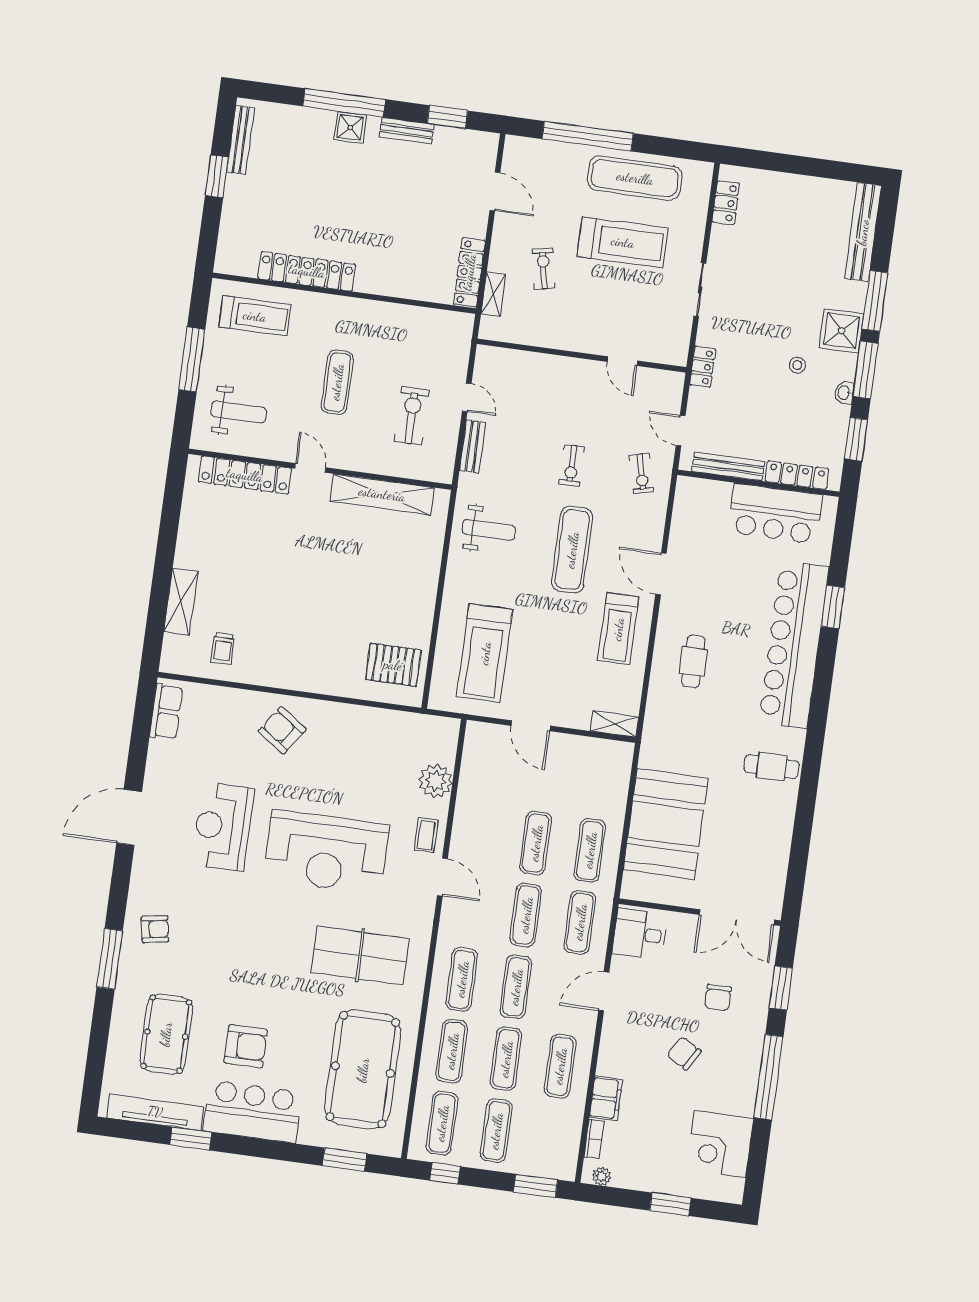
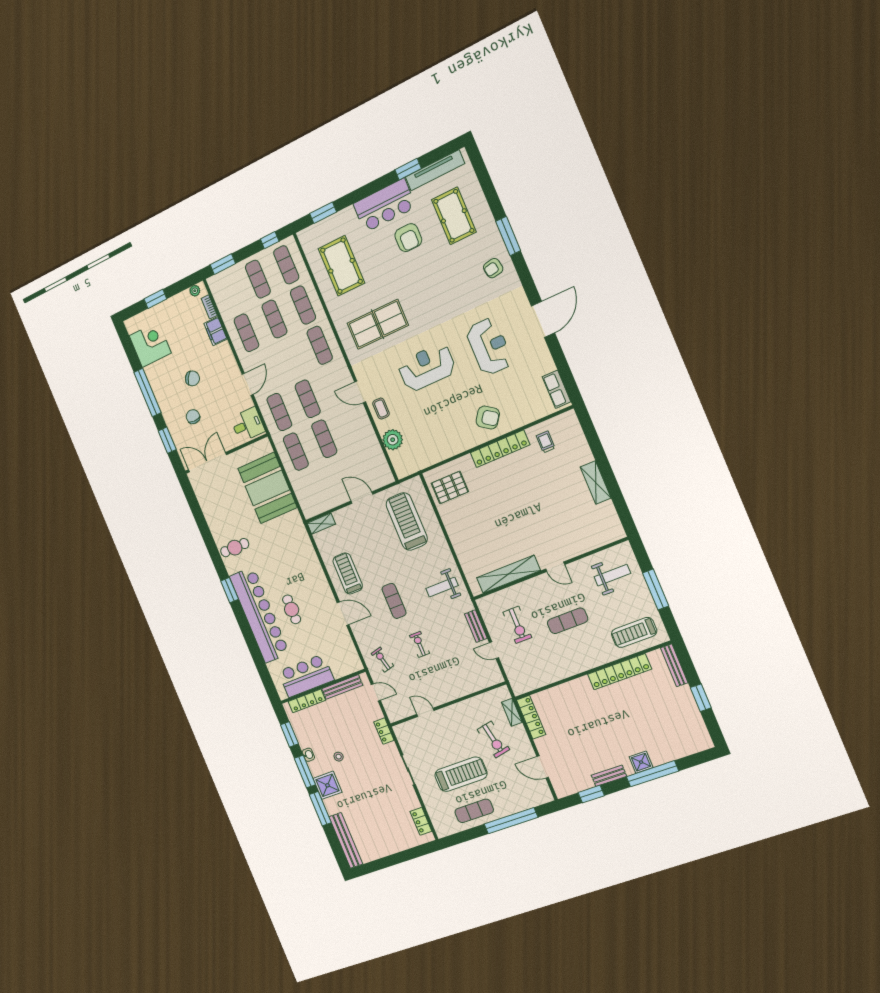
bench: (241, 140) -> (674, 665), moved
exercise mat: (635, 178) -> (474, 811), width x0.73, depth x0.69
treadmill: (623, 242) -> (461, 774), turned 180
exercise bike: (544, 269) -> (493, 739), width x1.38, depth x1.39
exercise mat: (337, 382) -> (568, 621), turned 90
weight bench: (239, 412) -> (612, 575), turned 180
locker: (245, 475) -> (500, 449), moved, turned 180
exercise mat: (572, 550) -> (394, 601), width x0.73, depth x0.69
shelving: (181, 602) -> (596, 483), moved
window: (833, 607) -> (230, 590), moved
cafe table: (693, 661) -> (292, 609), moved
reception desk: (326, 852) -> (427, 367), width x0.74, depth x0.77
exercise mat: (516, 987) -> (291, 359), removed
armchair: (246, 1046) -> (408, 238), turned -90
pool table: (363, 1070) -> (341, 266), width x0.73, depth x0.76

